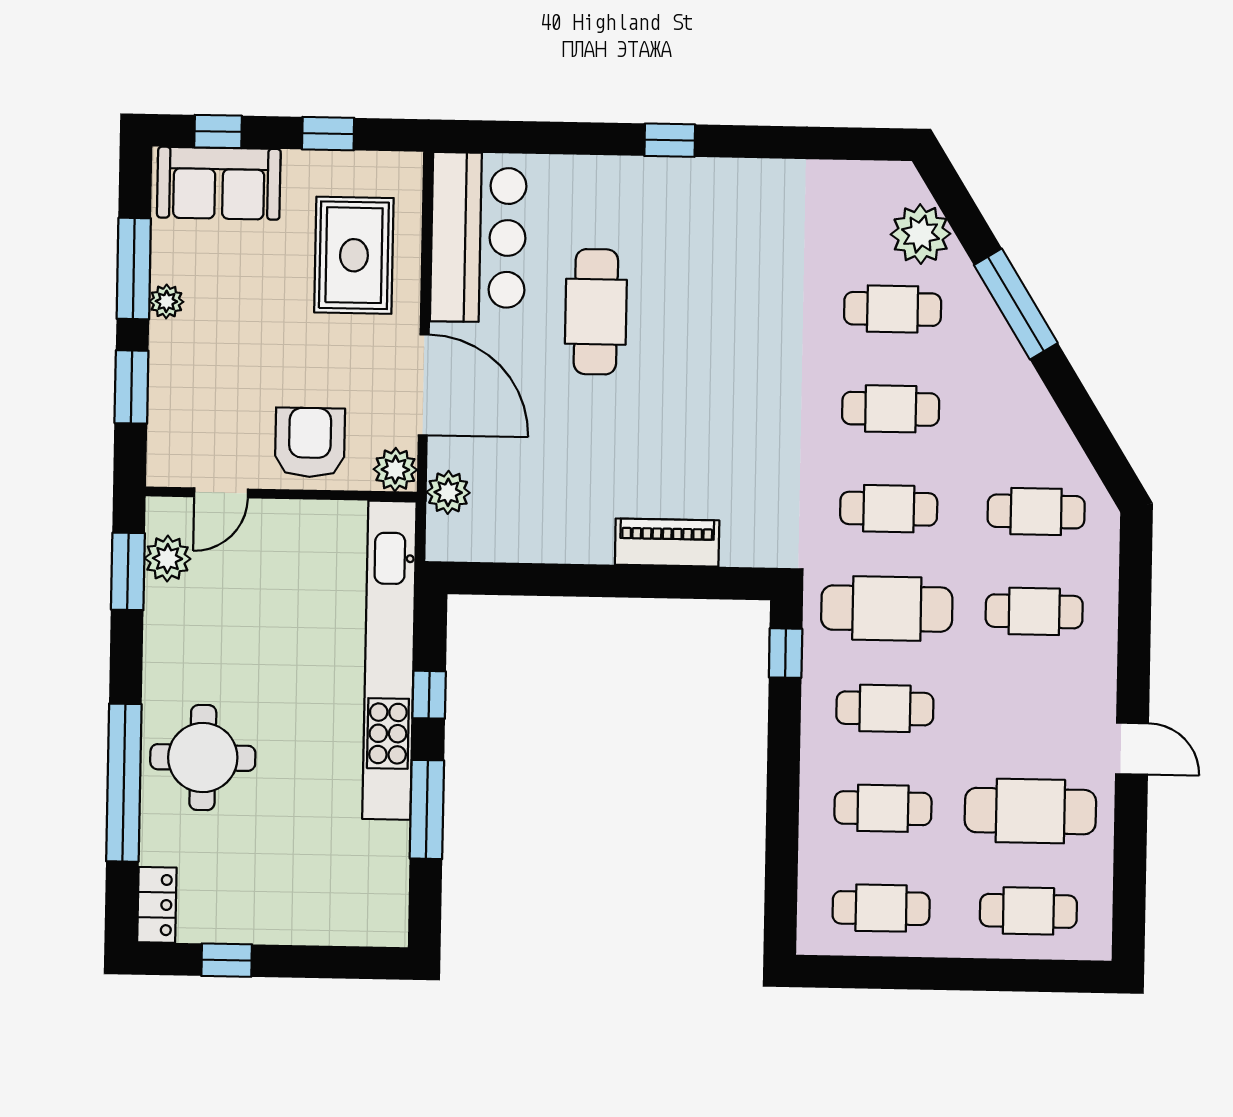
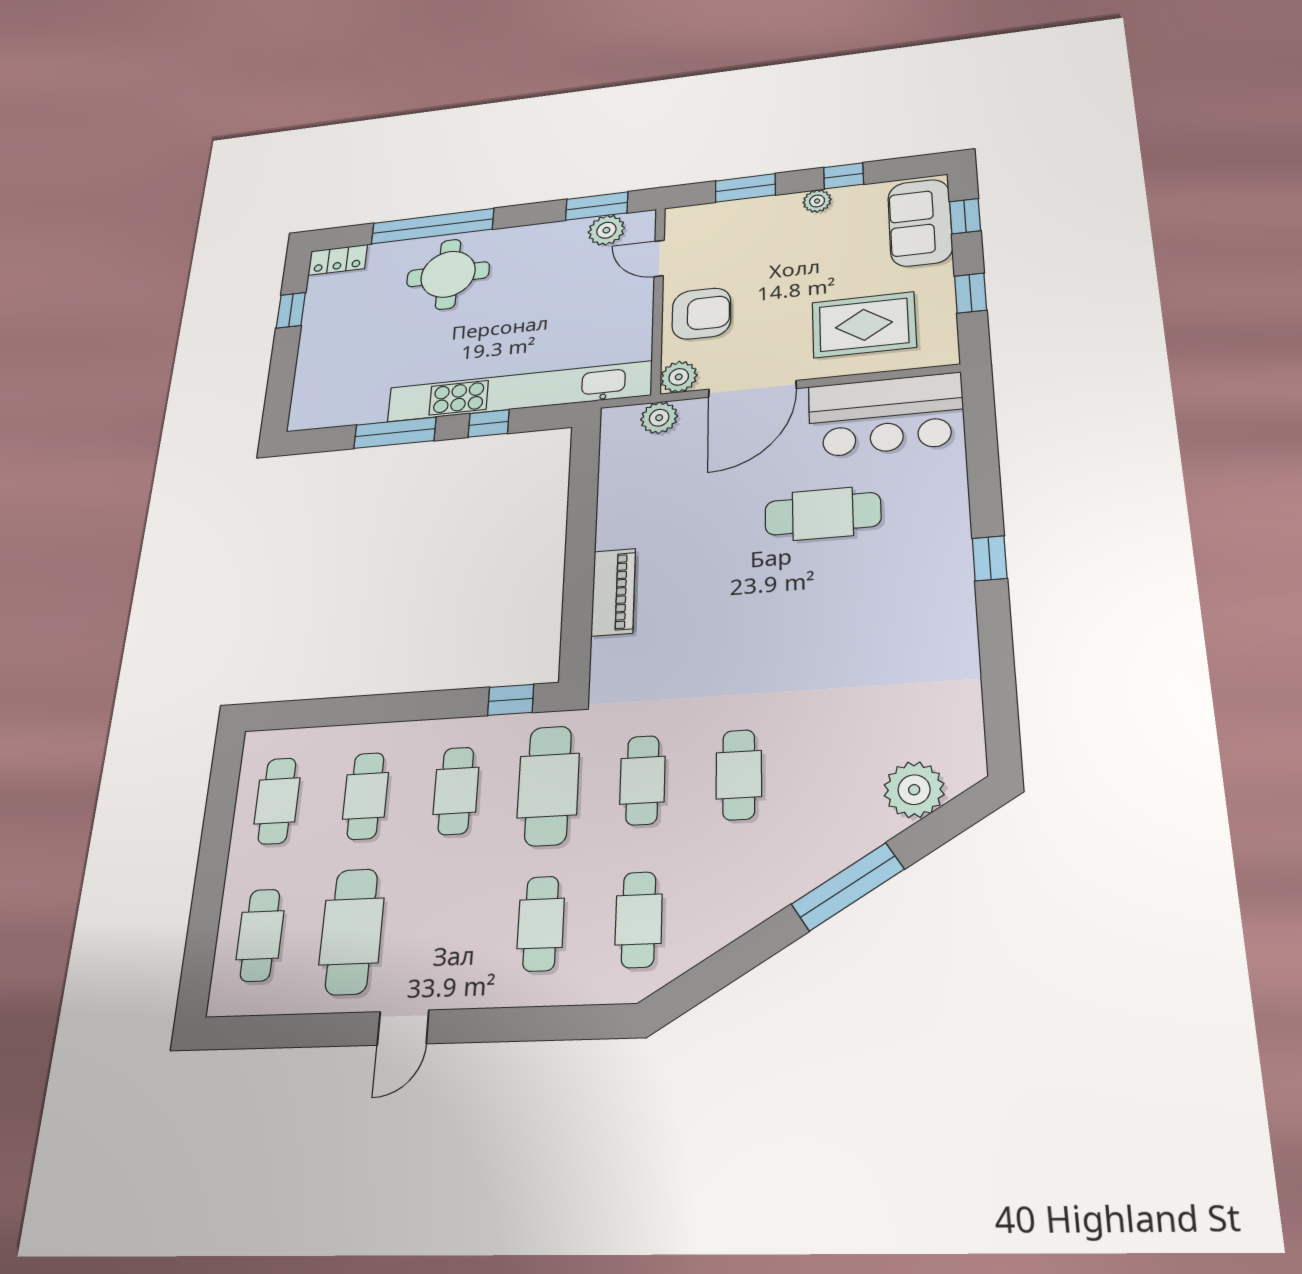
window: (134, 268) -> (844, 176), width x0.46
cafe table: (893, 309) -> (837, 769), removed

